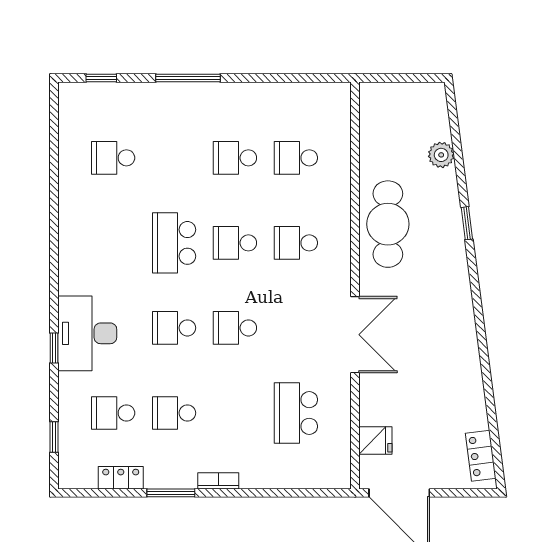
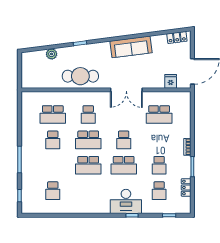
school desk: (296, 158) -> (53, 114), width x1.85
school desk: (235, 243) -> (88, 140), width x1.85
school desk: (174, 328) -> (124, 165), width x1.85
double door: (355, 335) -> (126, 90), swing flipped
sofa: (458, 346) -> (131, 47), added

